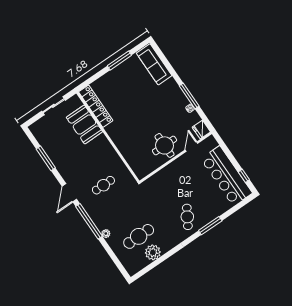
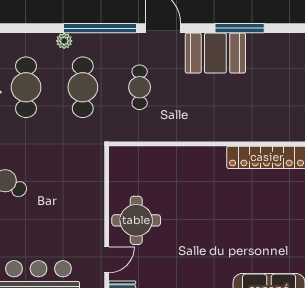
booth: (84, 125) -> (215, 53), moved
door: (191, 147) -> (107, 260), hinge flipped
cafe table: (121, 211) -> (83, 87), added

